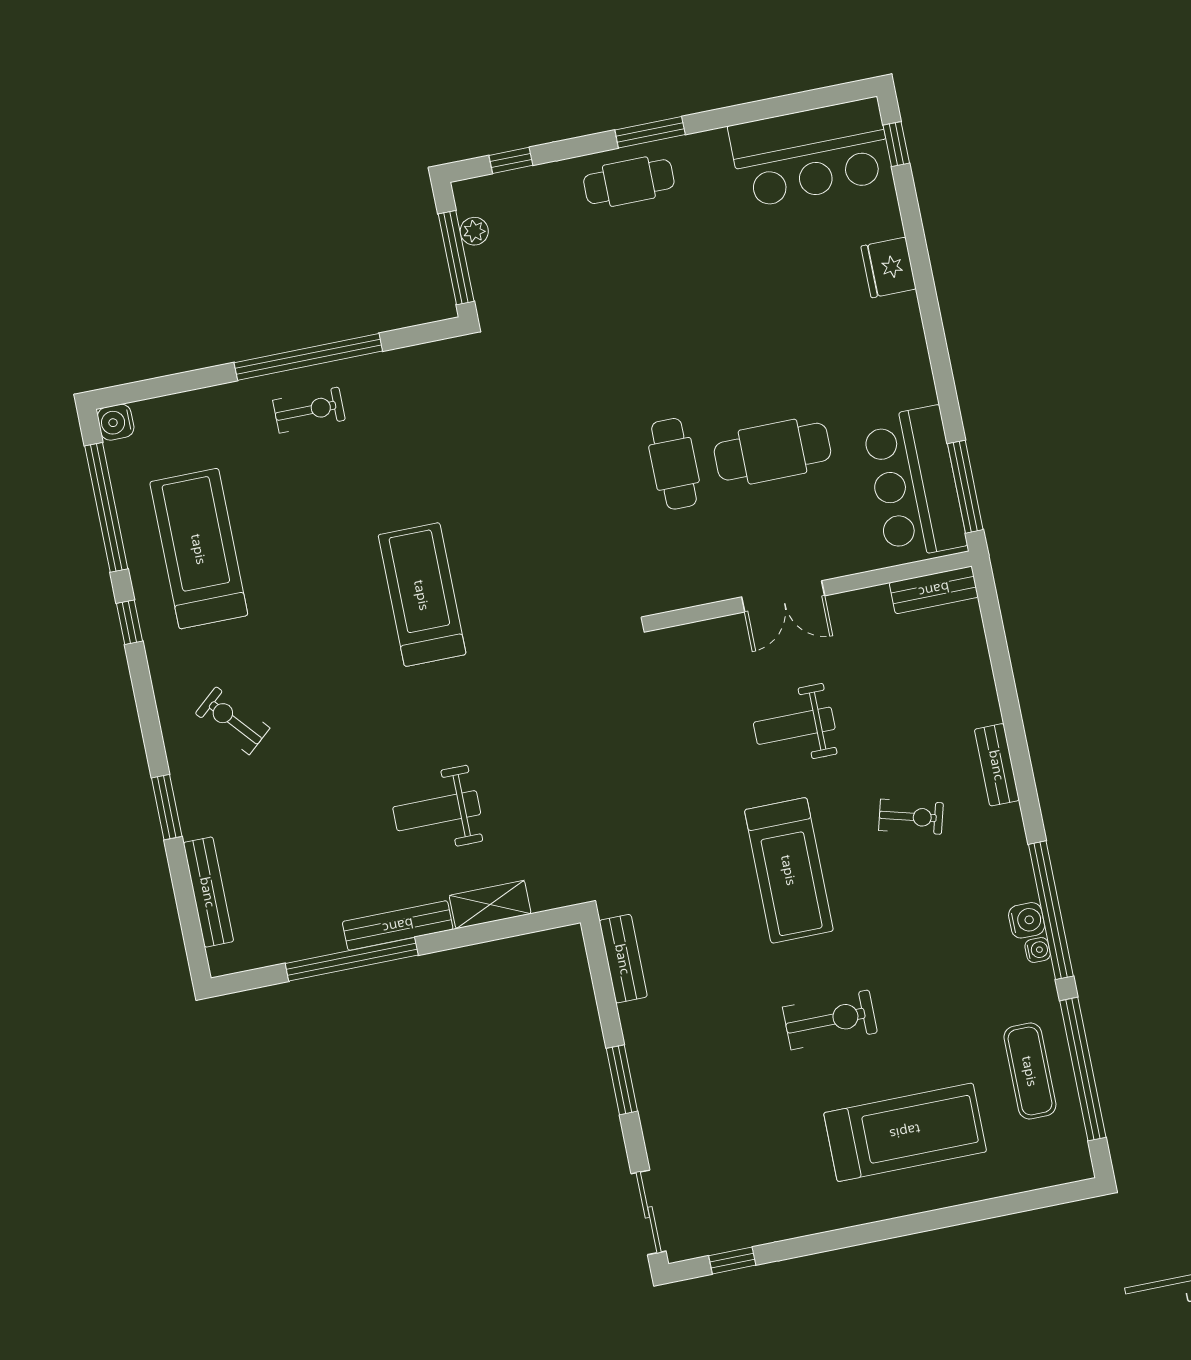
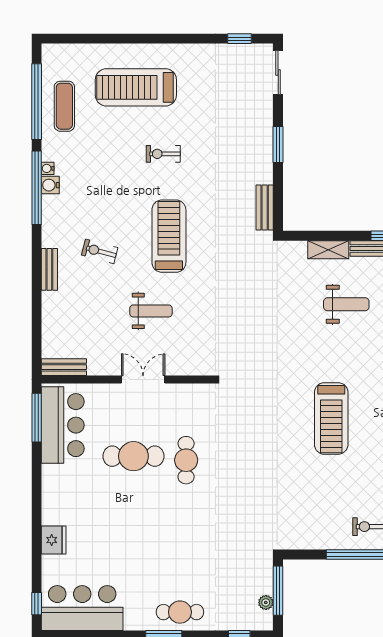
exercise bike: (830, 1020) -> (163, 154), width x0.73, depth x0.72

